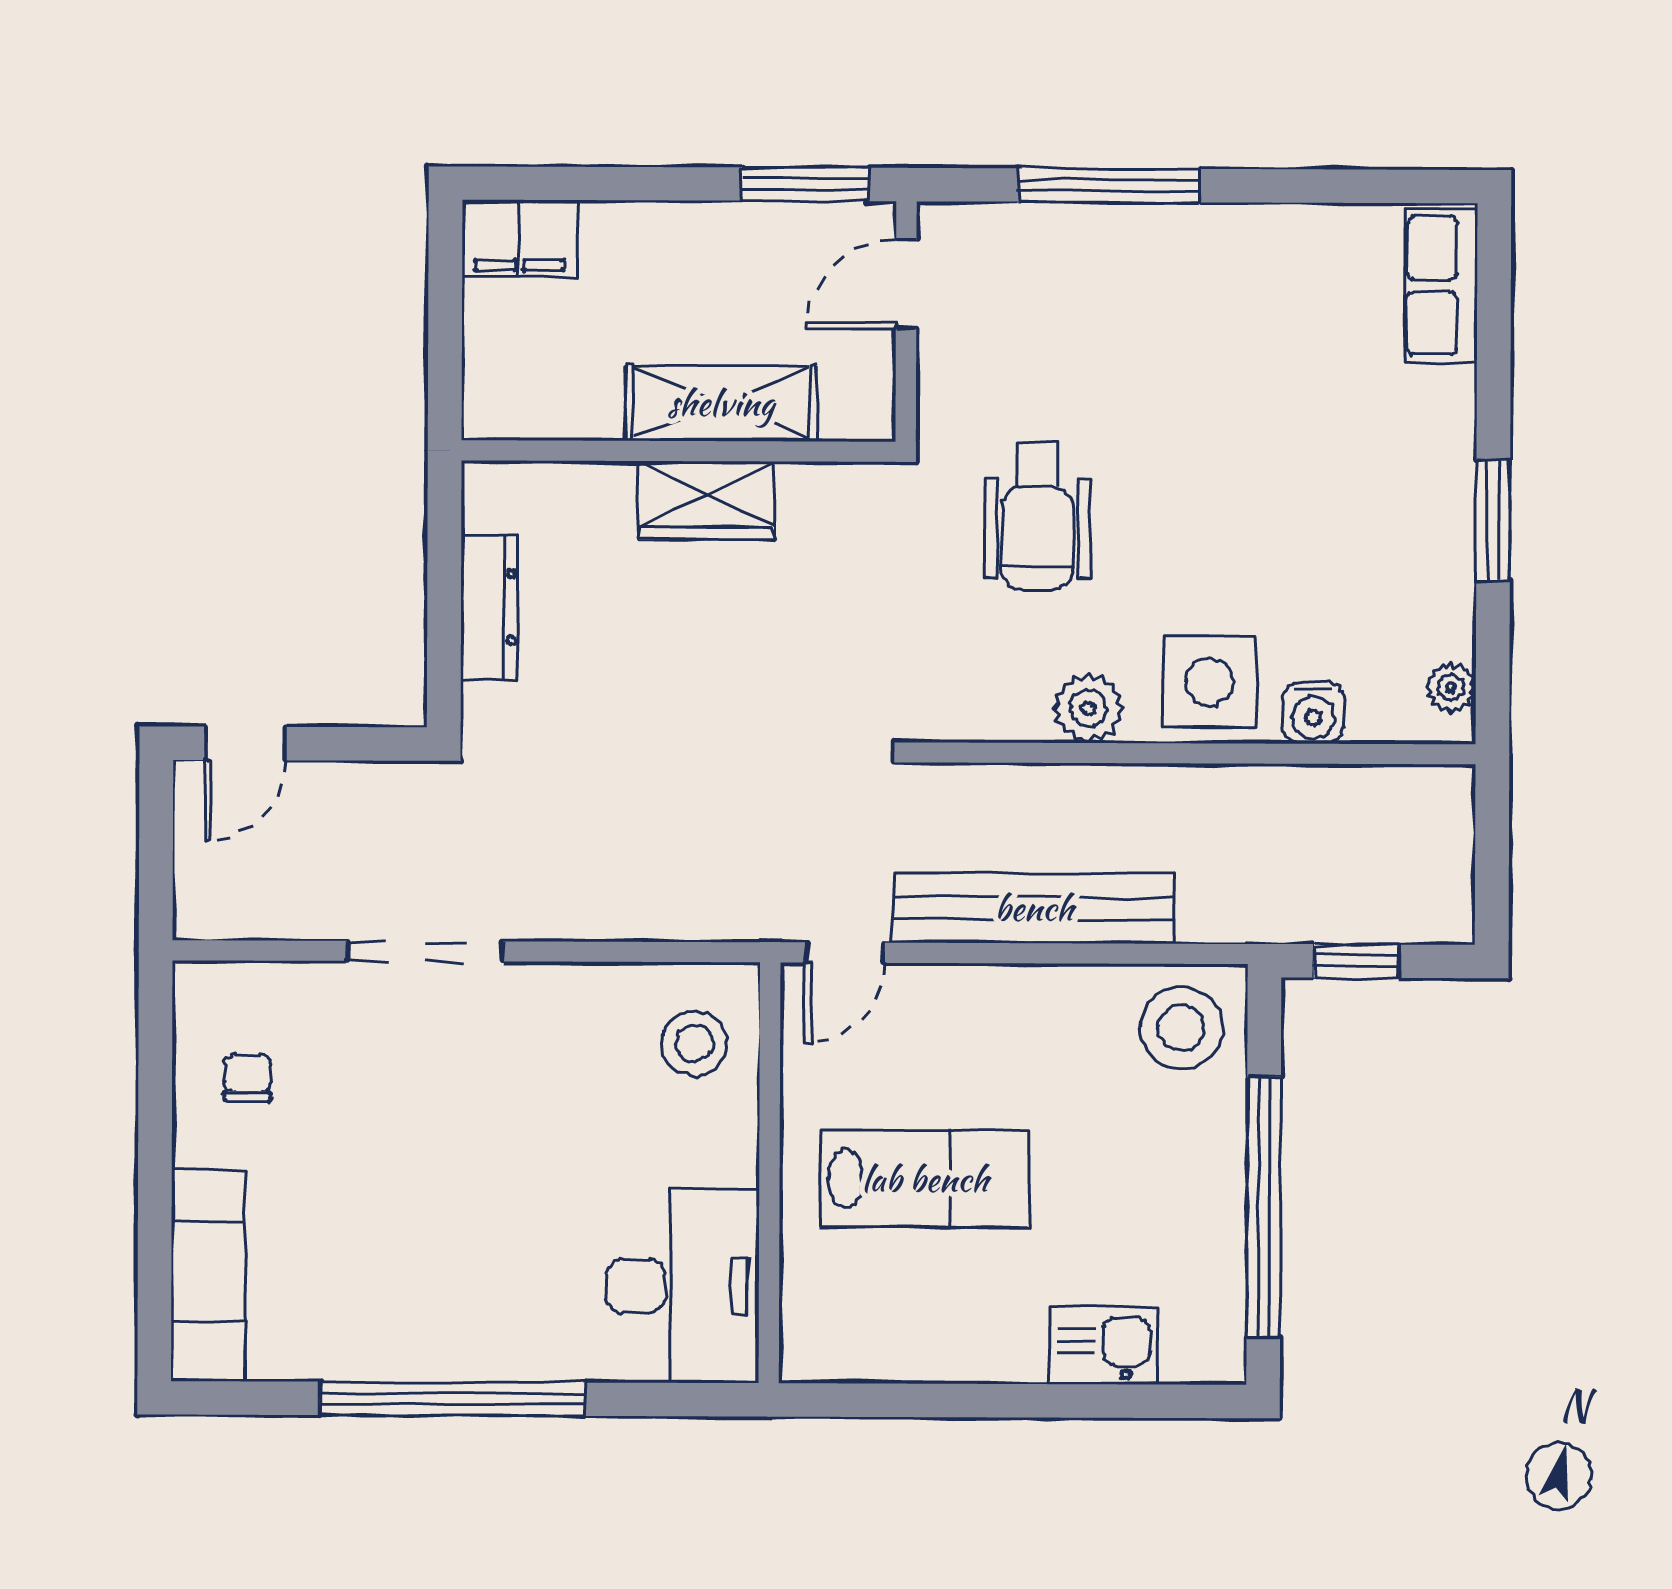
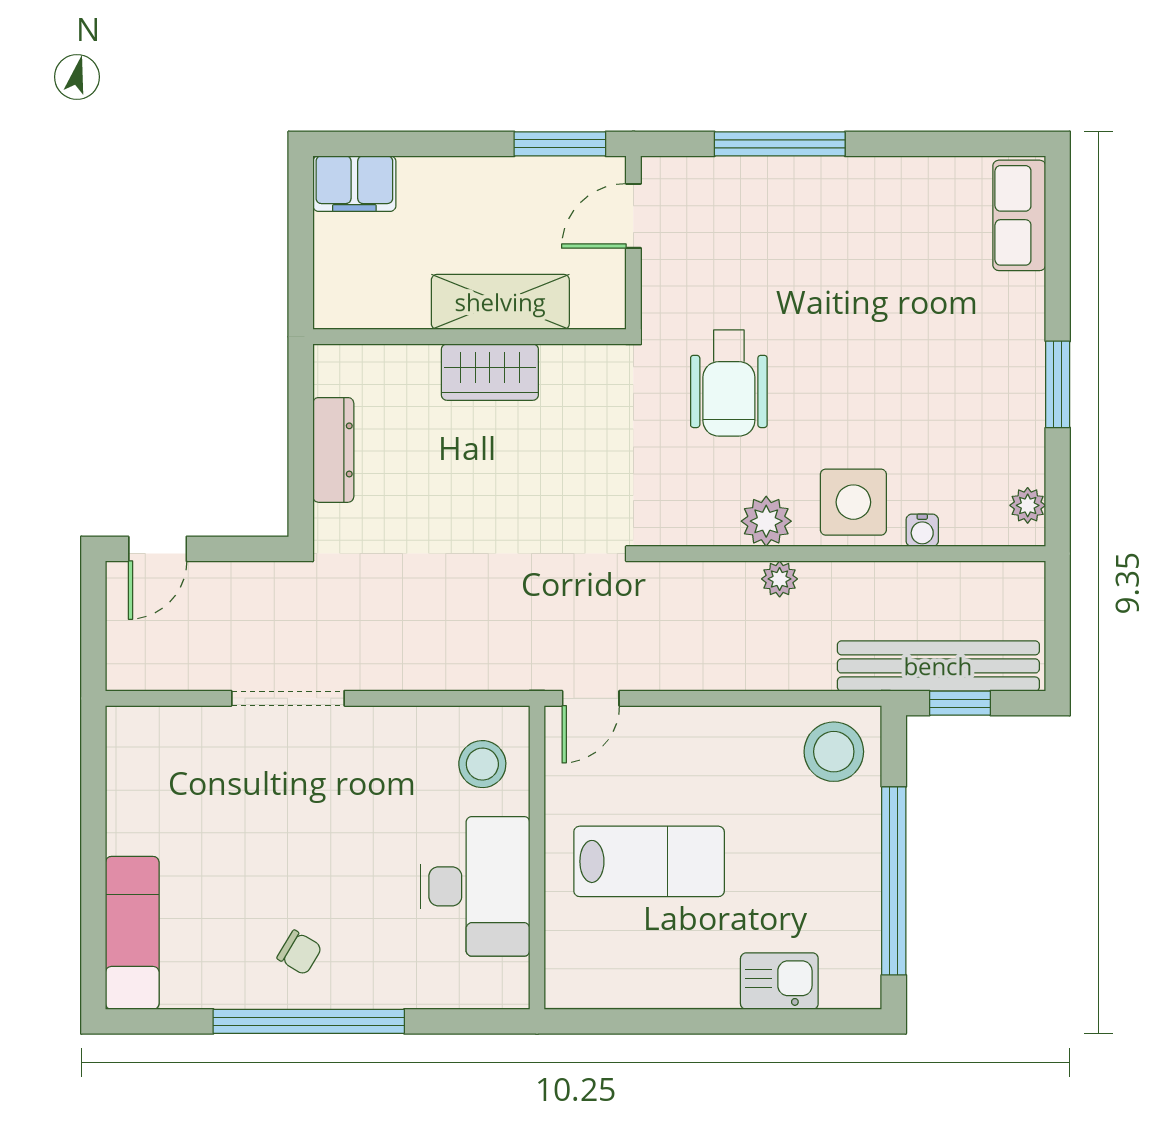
water cooler: (1313, 713) -> (922, 530), width x0.72, depth x0.72
plant: (1107, 788) -> (780, 579), added
bench: (1034, 908) -> (938, 666), moved
chair: (247, 1078) -> (300, 953), moved, turned 121
desk: (683, 1286) -> (475, 886), moved

